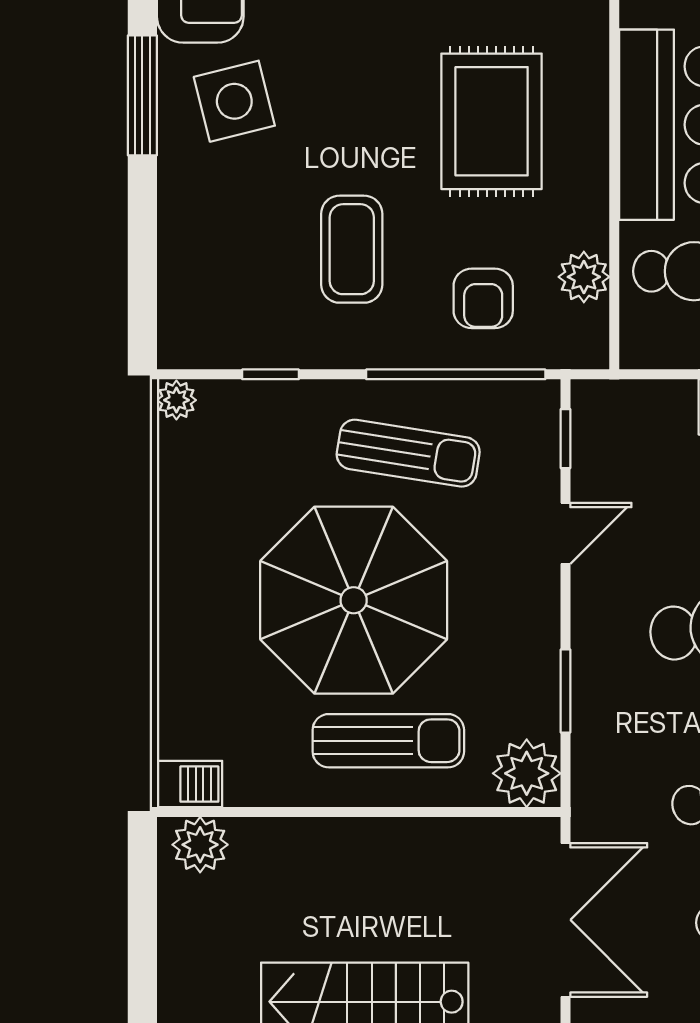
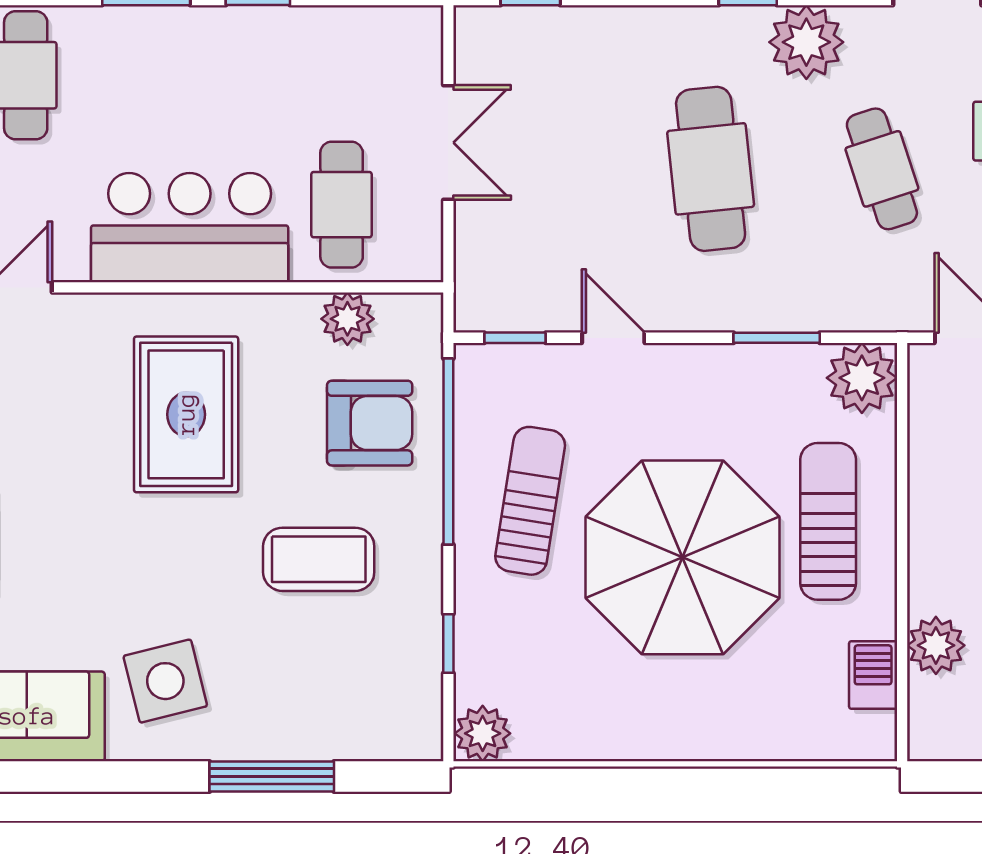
window: (142, 95) -> (272, 776), moved
rug: (492, 121) -> (186, 414), turned 90
armchair: (483, 298) -> (370, 423), width x1.38, depth x1.38
plant: (176, 400) -> (483, 733), width x1.38, depth x1.38
barbecue: (190, 784) -> (873, 675), moved
plant: (200, 845) -> (936, 645), moved

